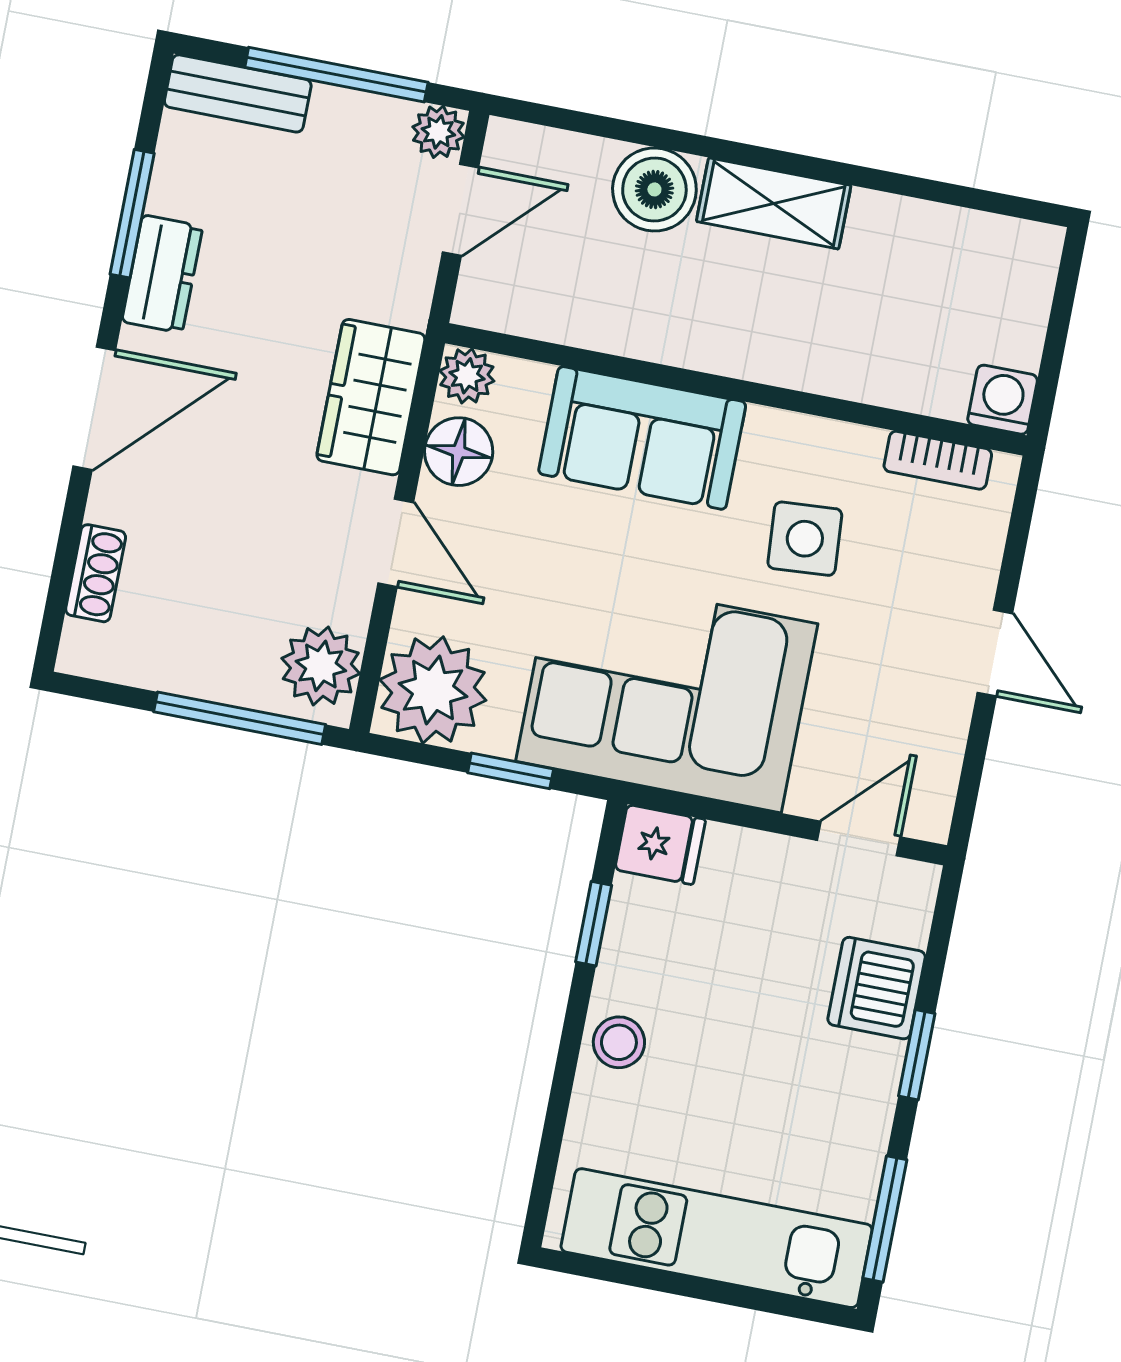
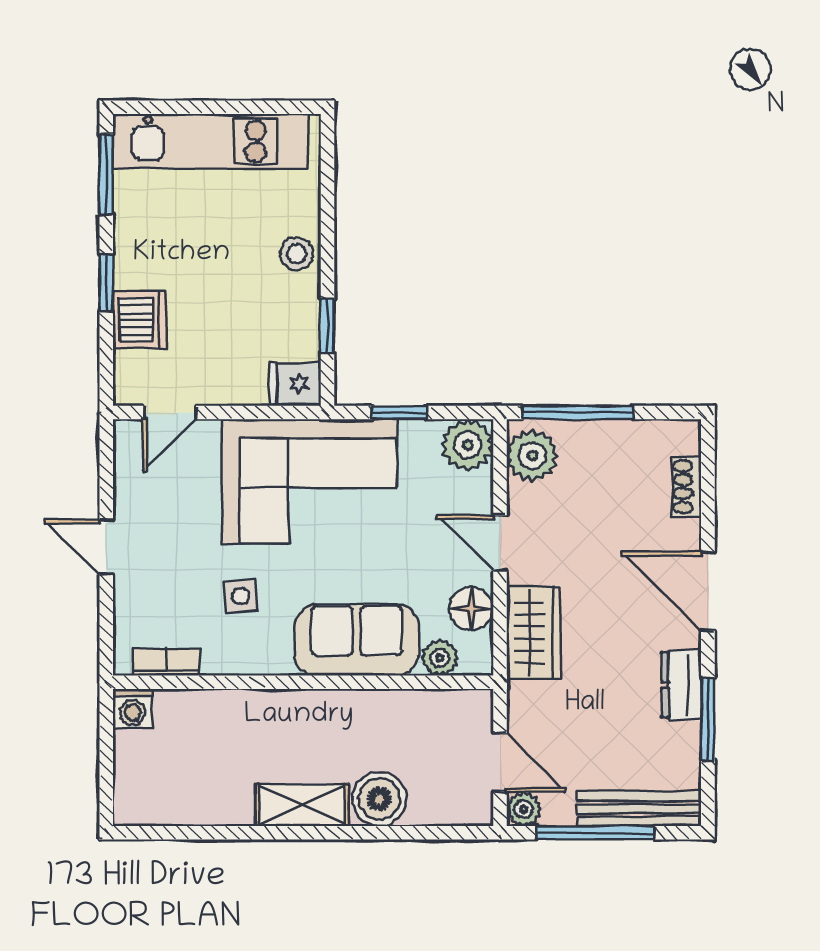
bench: (238, 93) -> (639, 809), width x1.36
door: (461, 210) -> (500, 762), swing flipped
plant: (467, 376) -> (440, 658), moved
door: (94, 408) -> (708, 591), hinge flipped
side table: (805, 539) -> (241, 596), width x0.73, depth x0.73
plant: (433, 690) -> (468, 445), width x0.73, depth x0.73

